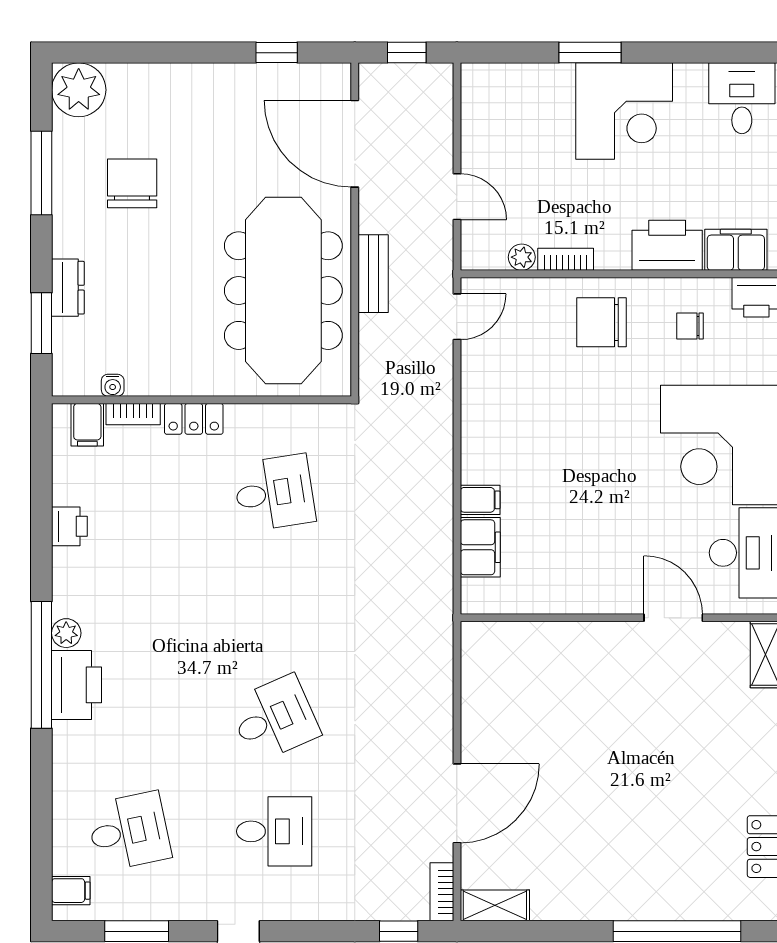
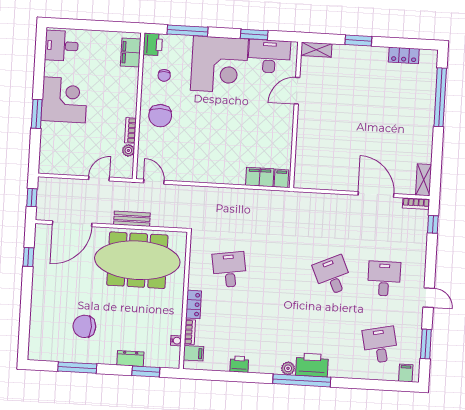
plant: (79, 90) -> (40, 348), removed
printer: (667, 245) -> (127, 84), removed
filing cabinet: (480, 500) -> (281, 178), moved

